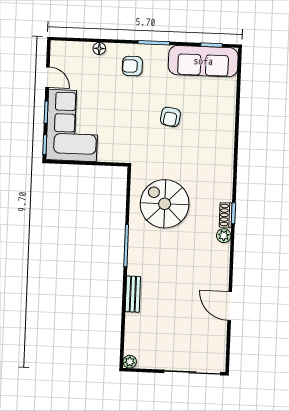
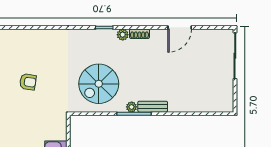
shoe rack: (226, 215) -> (139, 34), moved
bench: (133, 294) -> (153, 107), moved
plant: (130, 362) -> (132, 107), moved

